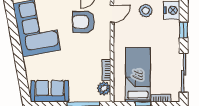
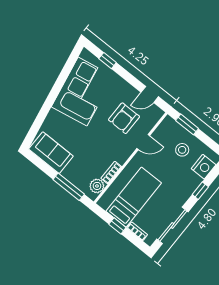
door: (112, 14) -> (143, 142), moved
armchair: (83, 22) -> (124, 118), turned -90

